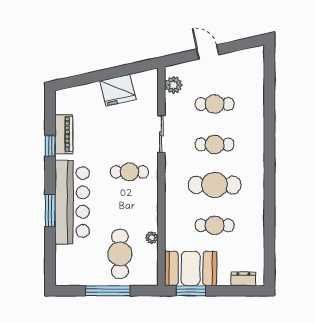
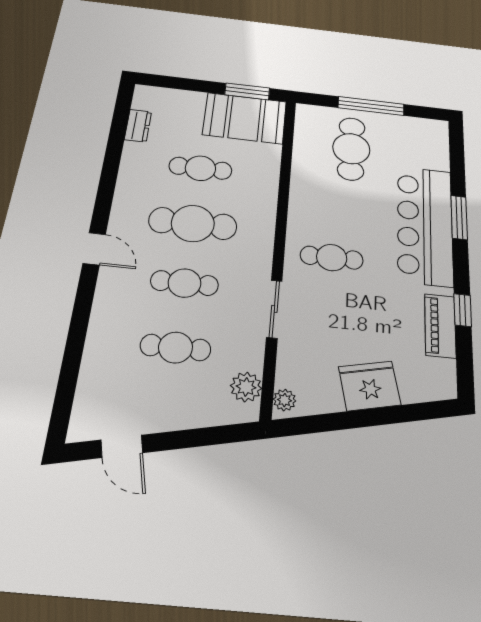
door: (208, 52) -> (122, 446), moved
fridge: (118, 90) -> (370, 386), moved
door: (269, 161) -> (94, 249), added
plant: (152, 238) -> (285, 400), moved
dresser: (243, 279) -> (138, 126), moved, turned -90

